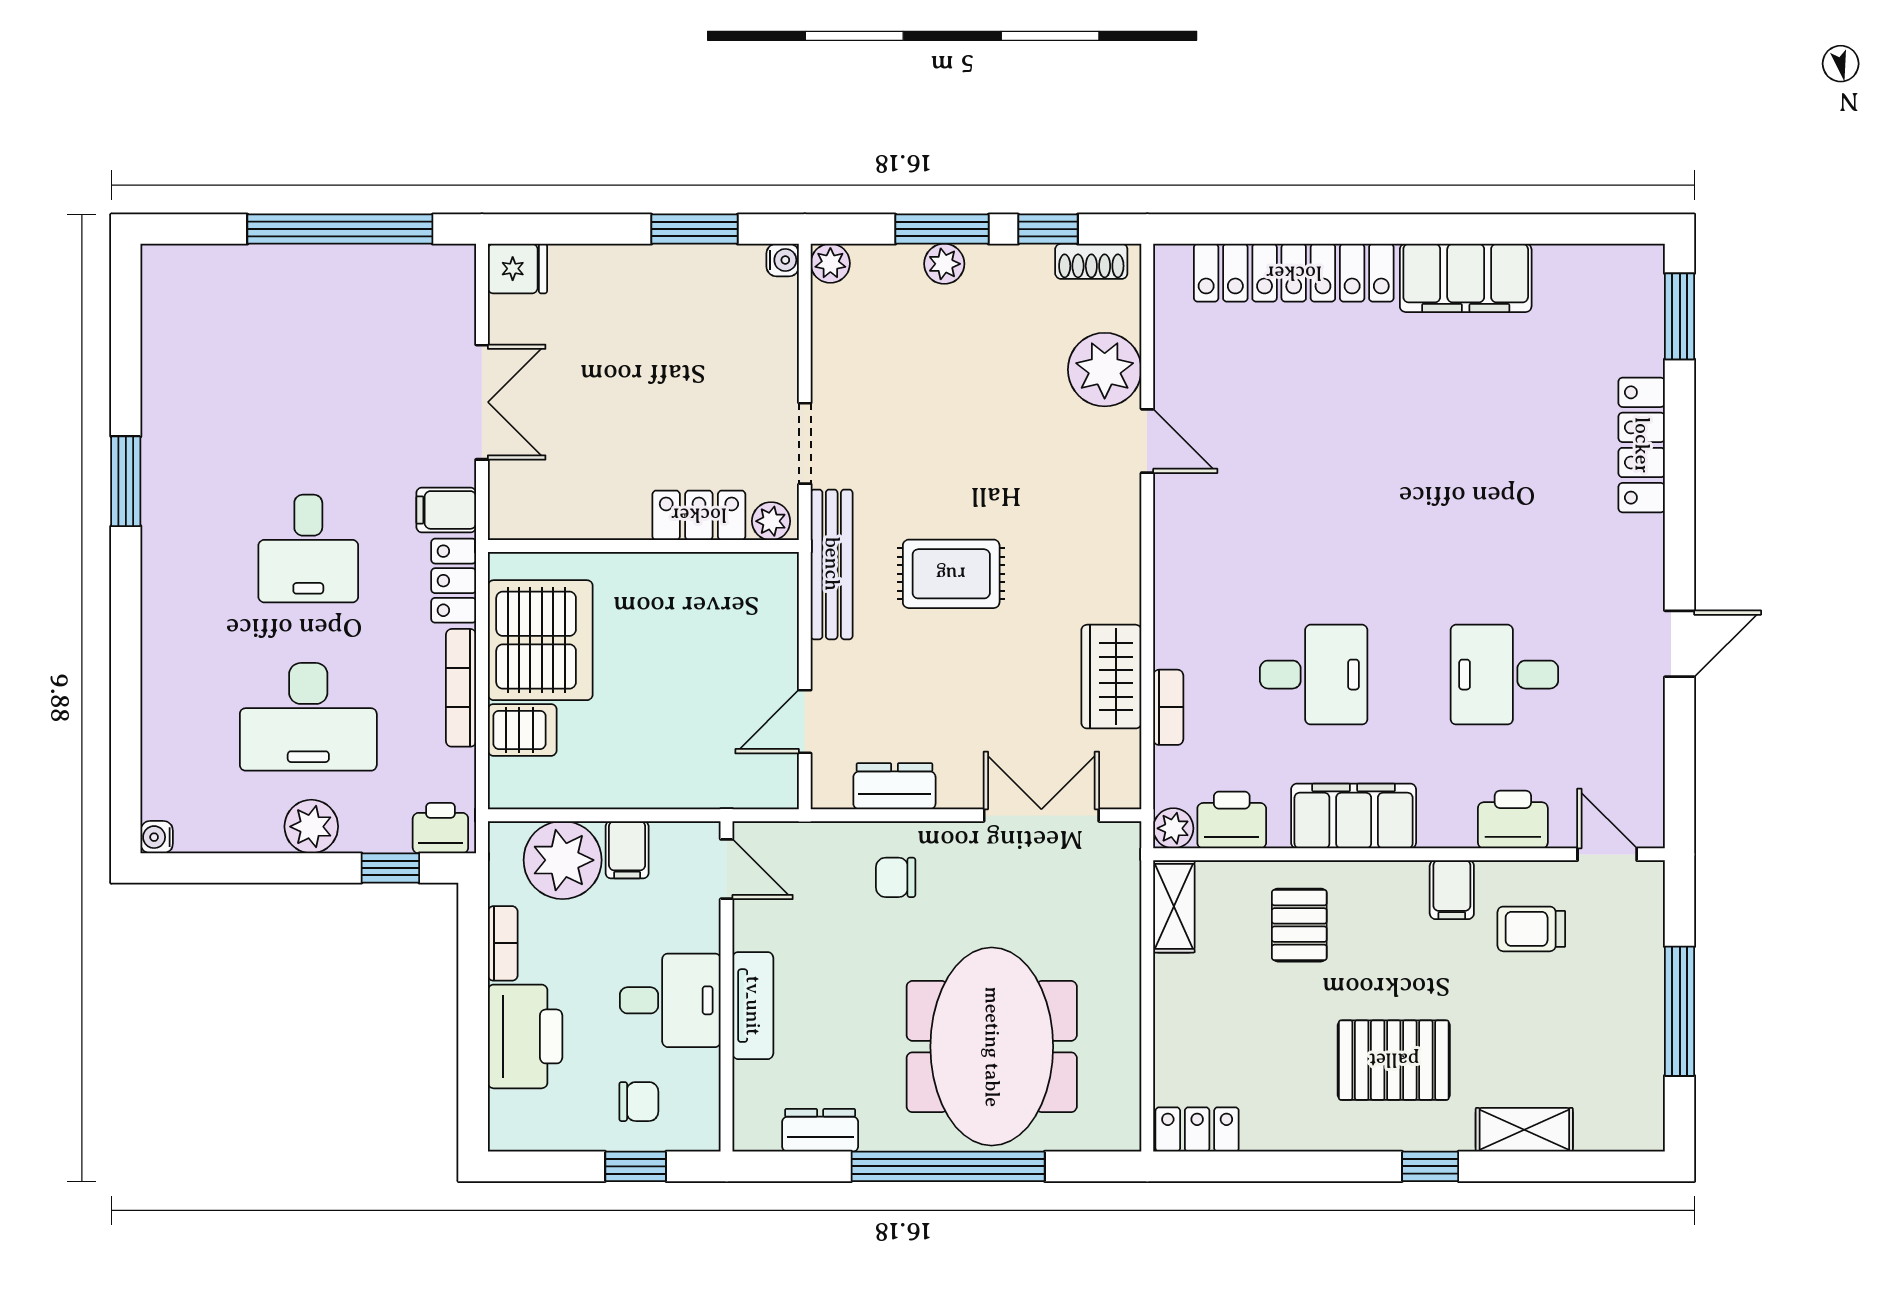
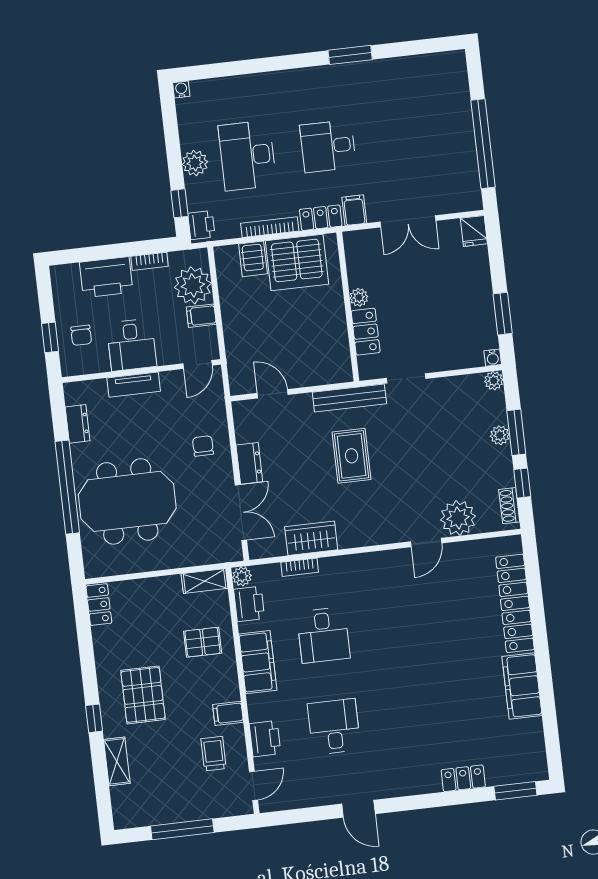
locker: (1642, 445) -> (463, 778), width x0.66
plant: (771, 521) -> (359, 297), moved
dresser: (894, 786) -> (249, 463), moved

